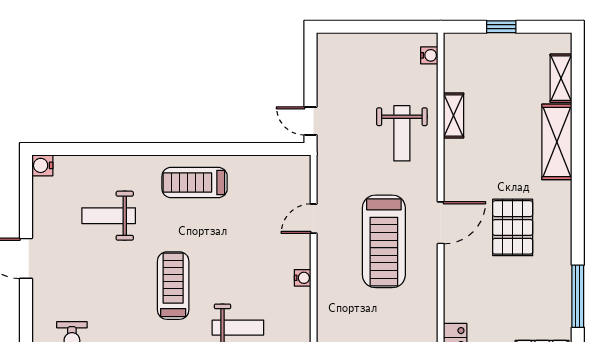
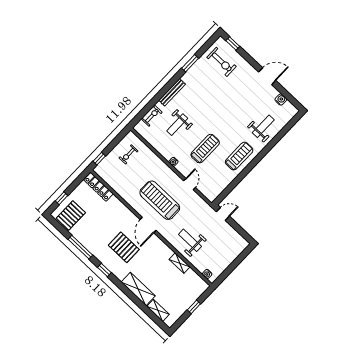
water cooler: (42, 165) -> (281, 100), moved
weight bench: (109, 216) -> (263, 126), moved
window: (578, 224) -> (104, 270), added
treadmill: (173, 286) -> (205, 149), moved, turned -90

